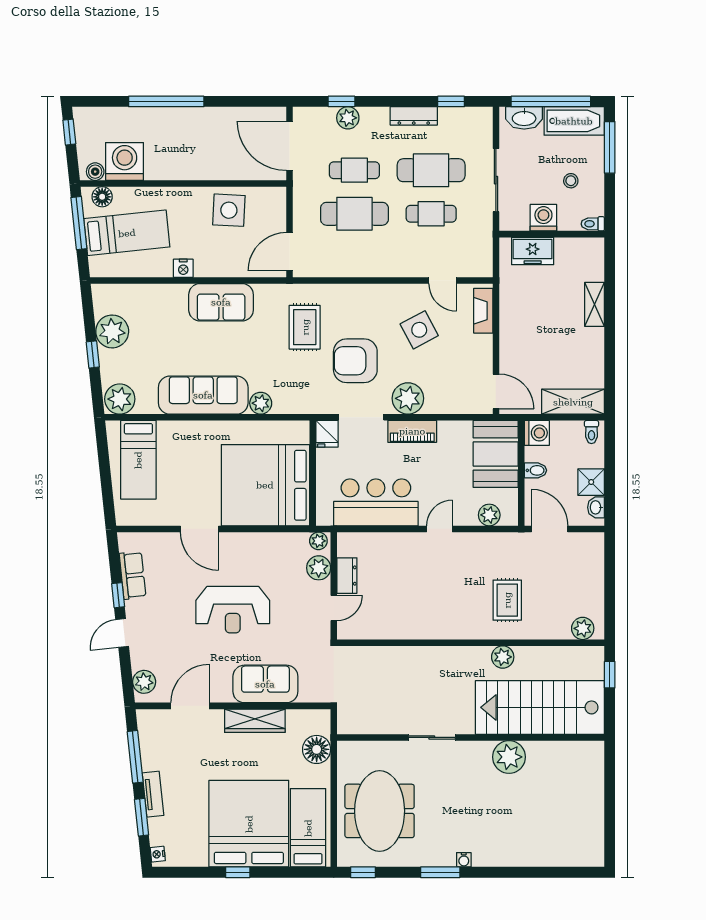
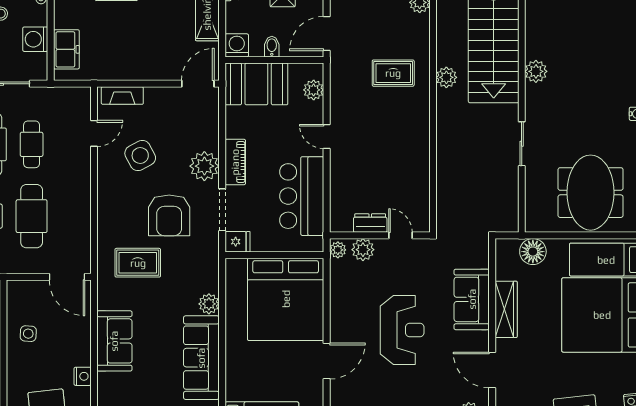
side table: (229, 210) -> (28, 334), width x0.54, depth x0.54
plant: (509, 757) -> (536, 71), width x0.73, depth x0.73
meeting table: (380, 811) -> (591, 193), turned 90

